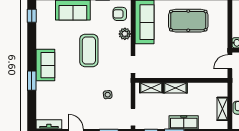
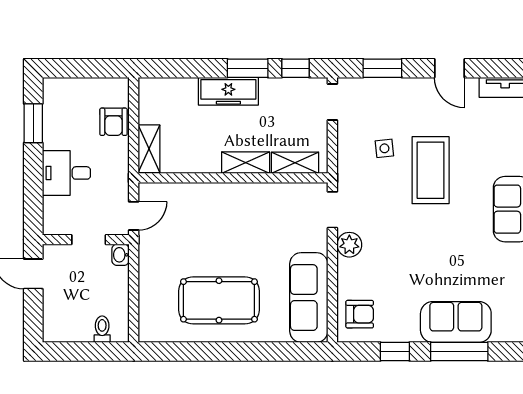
plant: (125, 34) -> (349, 245), moved
coffee table: (89, 50) -> (431, 170), moved
shelving: (222, 109) -> (149, 149), moved

